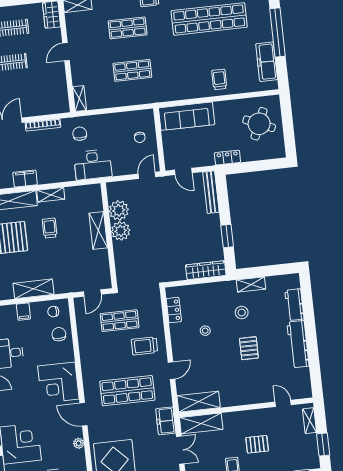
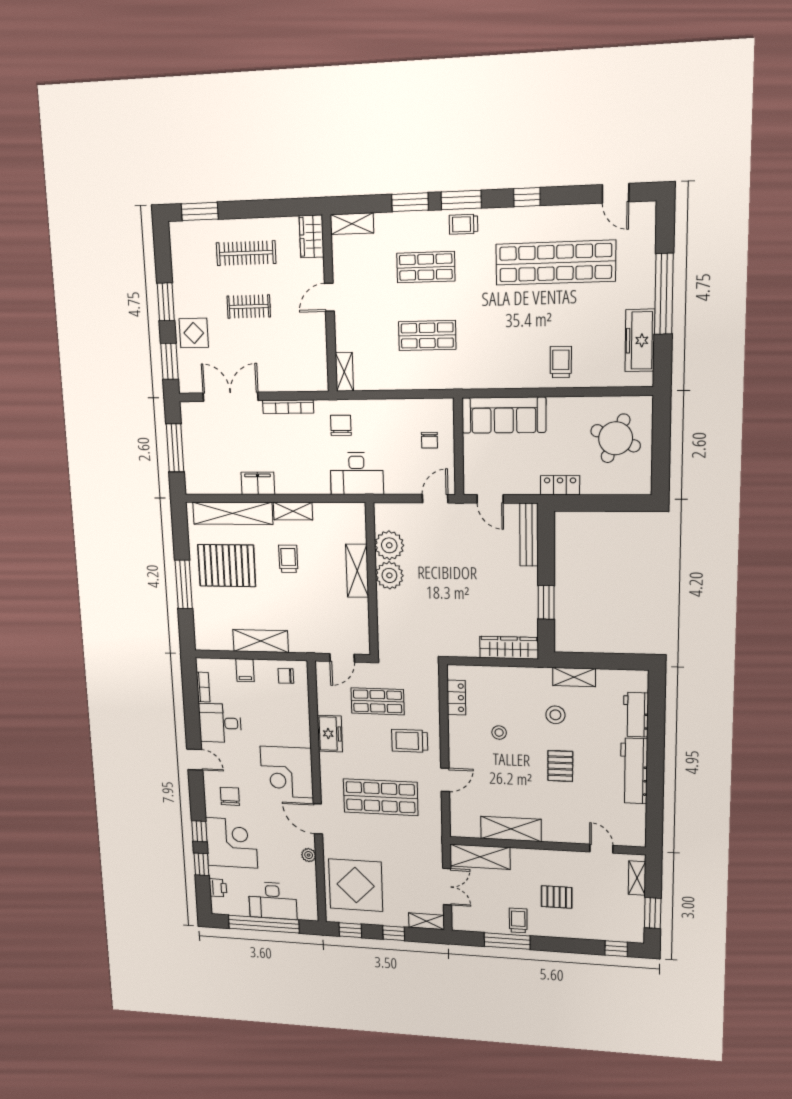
chair: (59, 334) -> (230, 796), moved
shelving: (199, 402) -> (511, 829), moved
freezer: (166, 421) -> (330, 734), moved, turned 180

